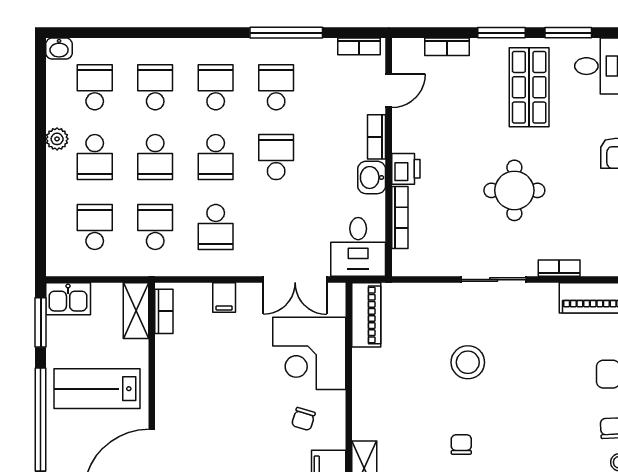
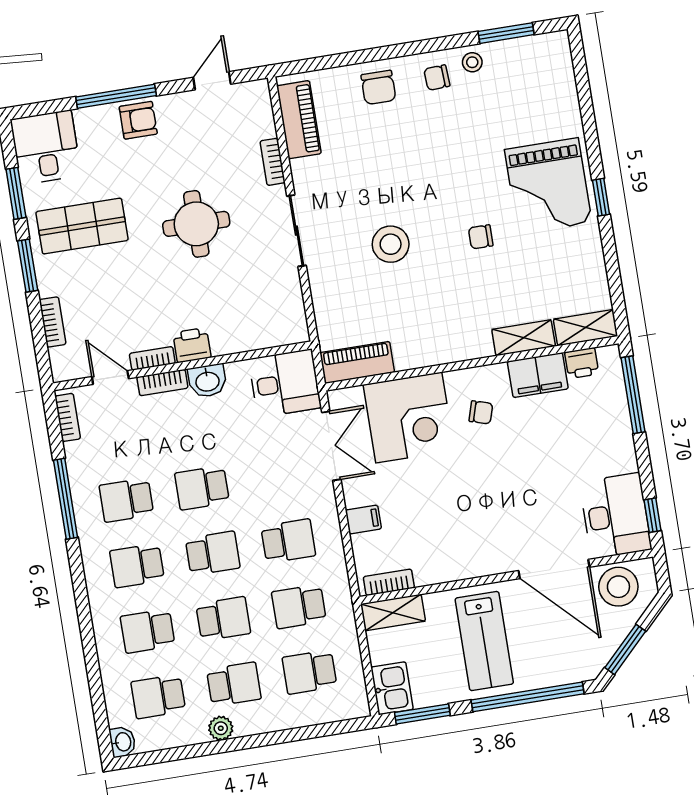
bookcase: (400, 218) -> (152, 358), moved, width x0.64

